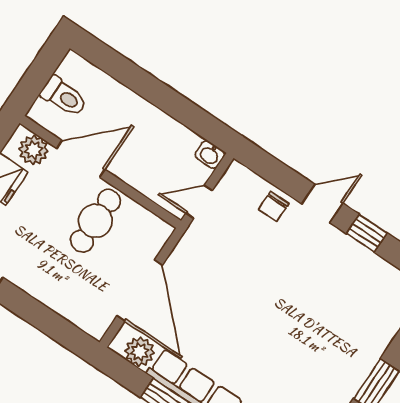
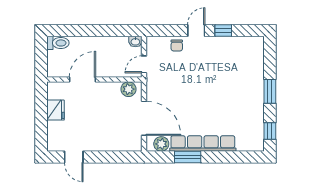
toilet: (64, 96) -> (58, 43), moved
plant: (34, 150) -> (128, 89), moved
cafe table: (96, 221) -> (106, 101), removed

